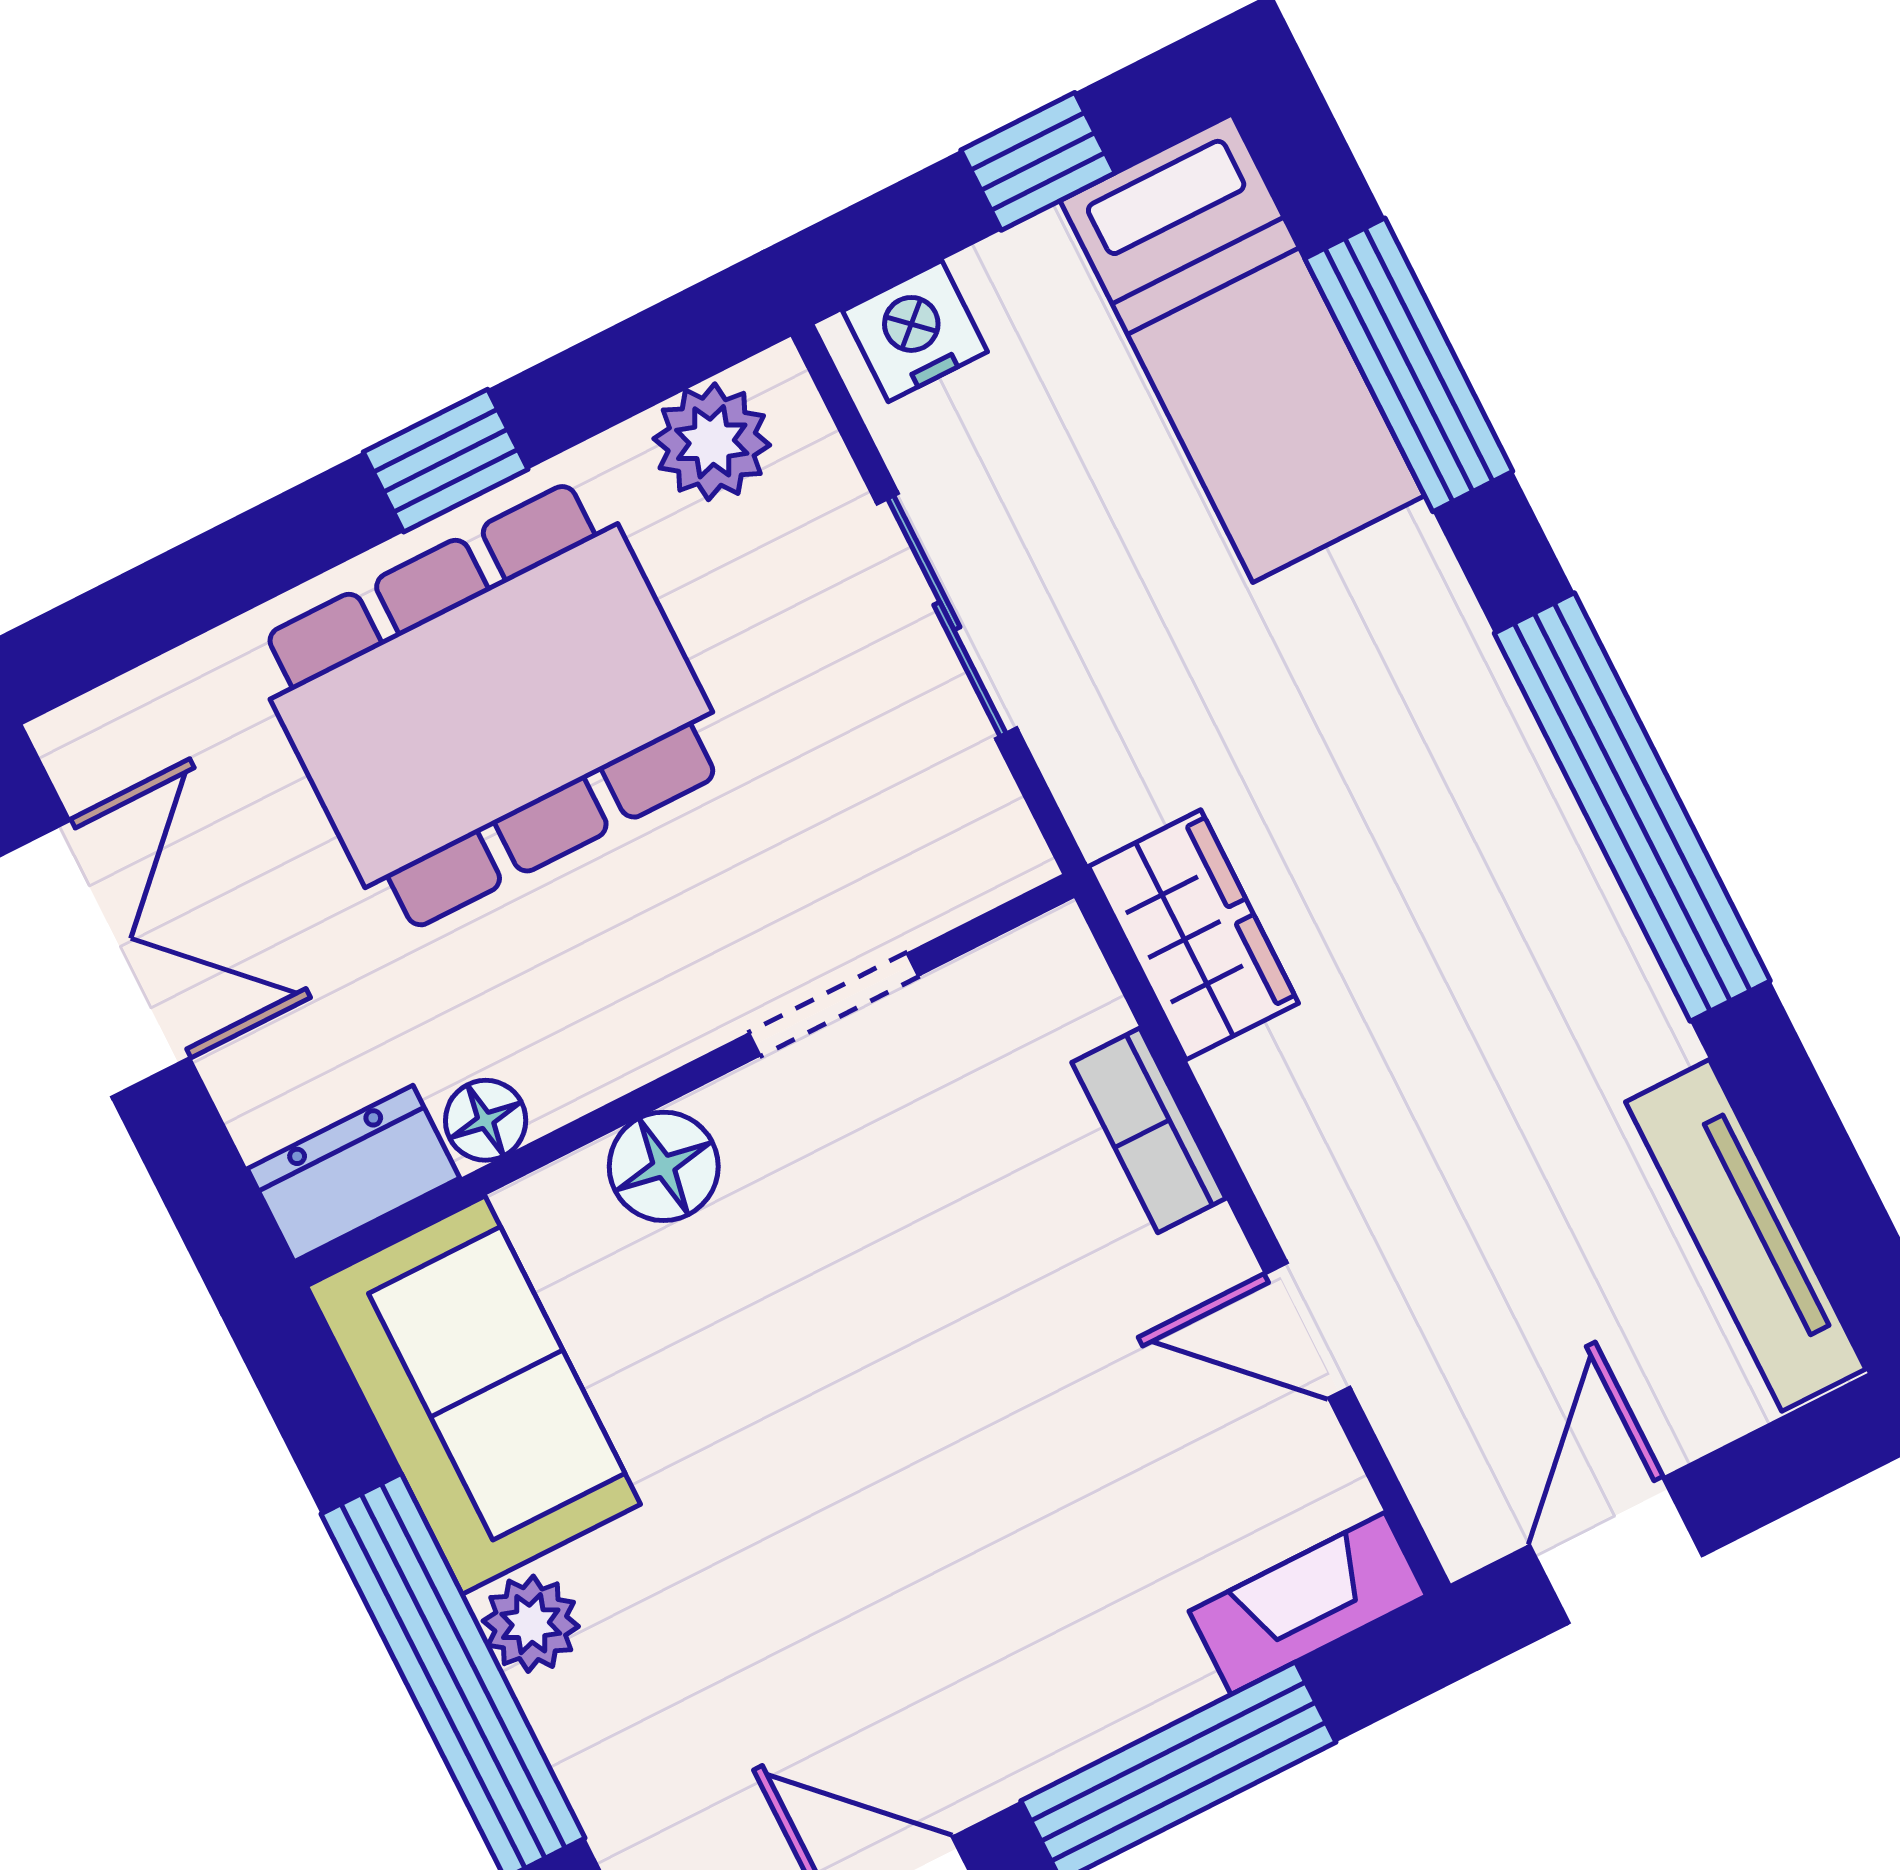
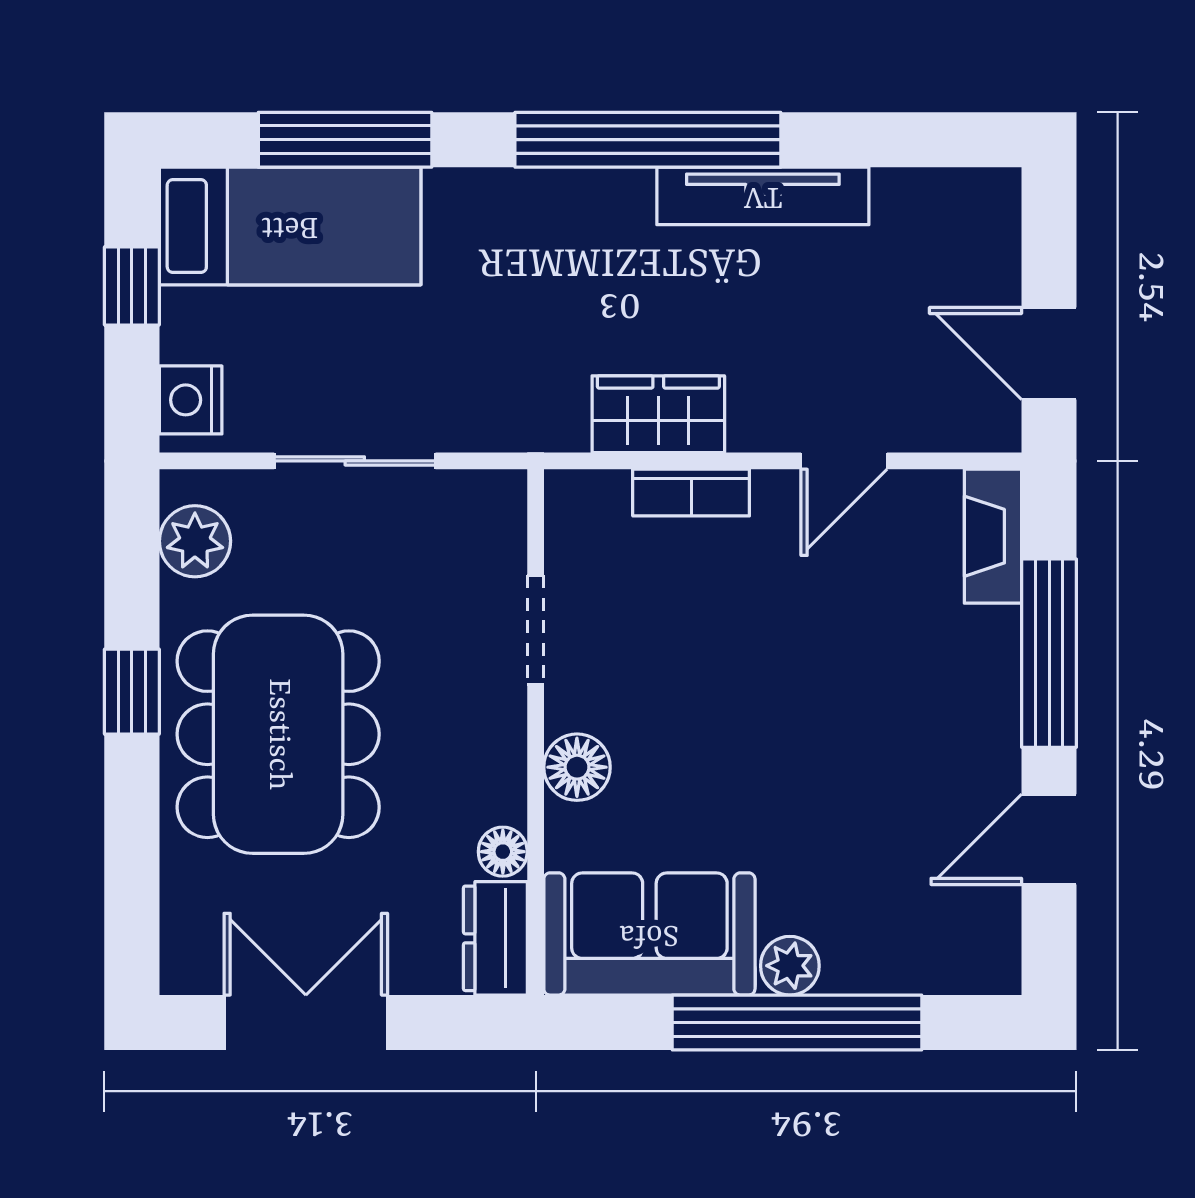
wardrobe: (1193, 935) -> (658, 414), moved
tv unit: (1746, 1235) -> (763, 196), moved

